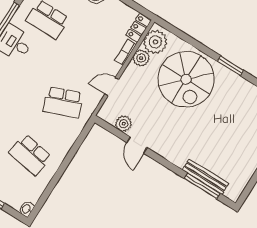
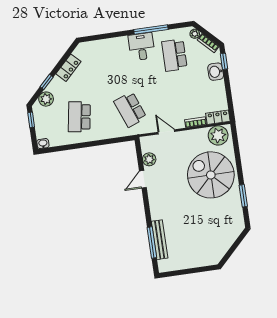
plant: (141, 58) -> (200, 135), removed
spiral stairs: (186, 79) -> (211, 175), turned 90

